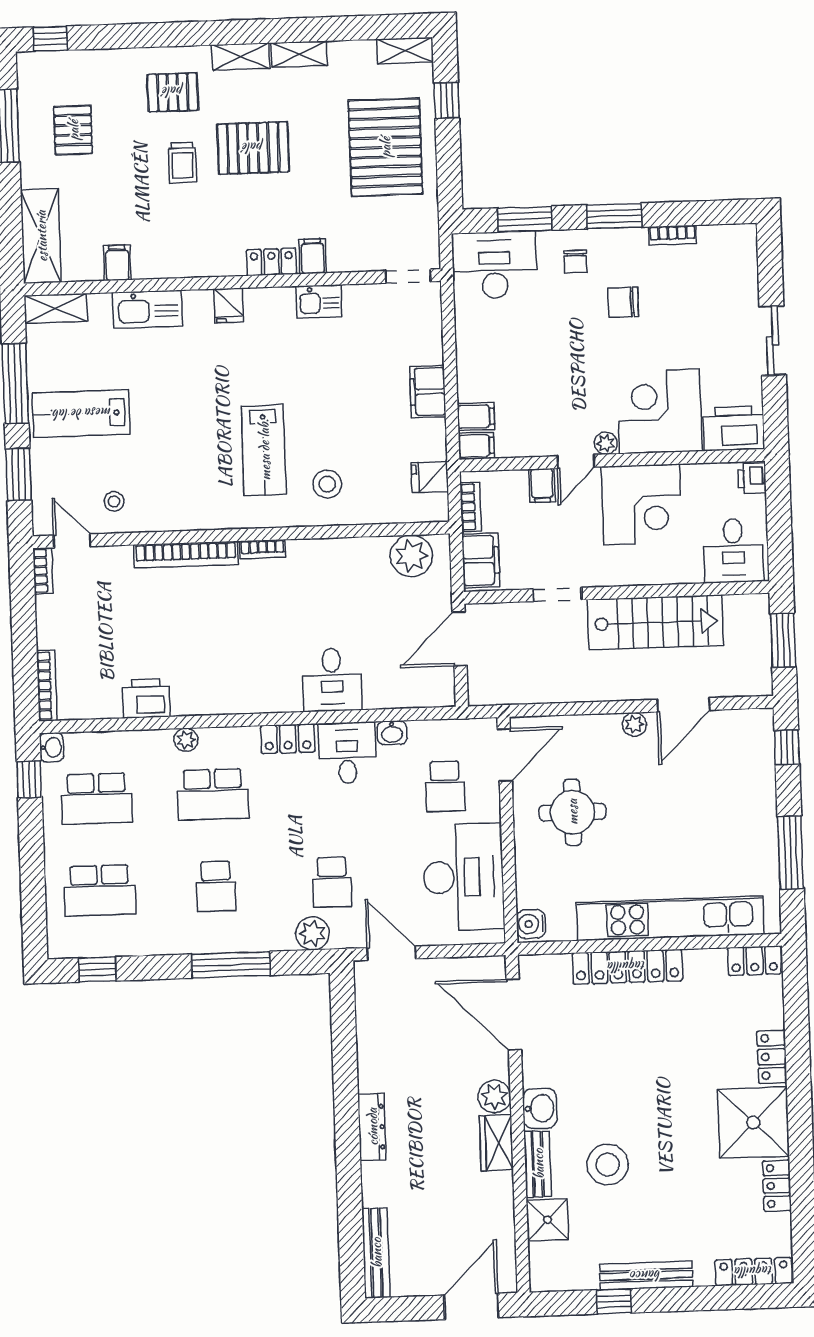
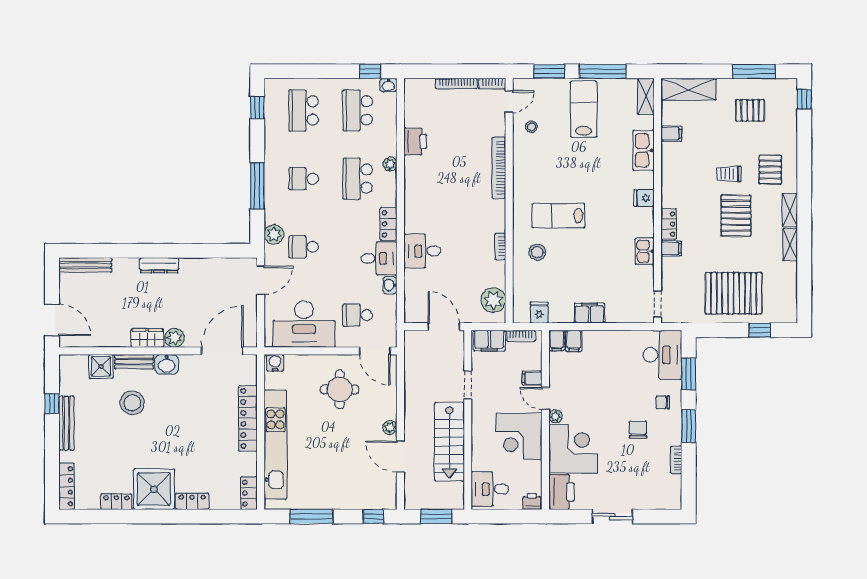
shelving: (405, 51) -> (790, 307), removed
bookcase: (262, 549) -> (500, 246), moved
bookcase: (47, 686) -> (456, 84), moved

